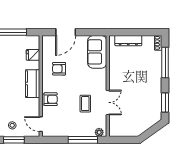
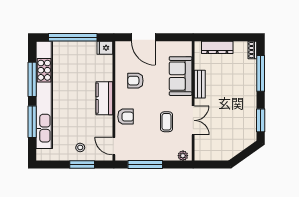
door: (66, 32) -> (143, 37), hinge flipped
sofa: (97, 52) -> (181, 76), moved
fridge: (33, 55) -> (105, 48), moved
bench: (113, 72) -> (200, 84), added
window: (83, 140) -> (145, 165), moved

